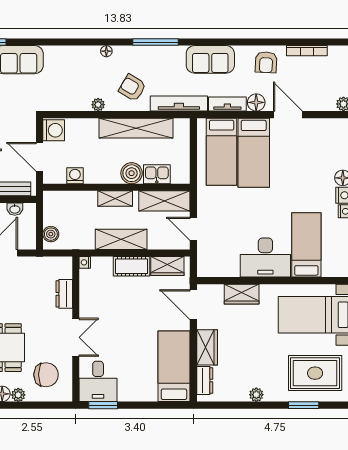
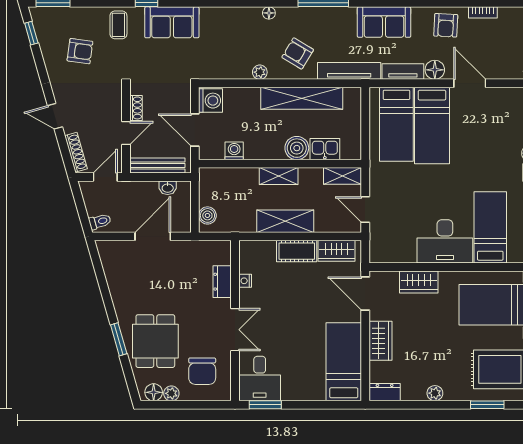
bookcase: (307, 51) -> (483, 12), width x0.64
shelving: (164, 201) -> (343, 176), width x0.67, depth x0.75
nightstand: (85, 262) -> (245, 281), moved
chair: (46, 375) -> (202, 371), turned 90
dresser: (205, 381) -> (385, 392), moved, turned -90

